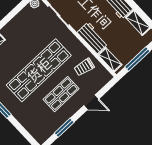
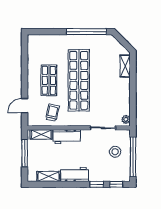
door: (91, 102) -> (25, 106), moved
window: (64, 128) -> (25, 61), removed

